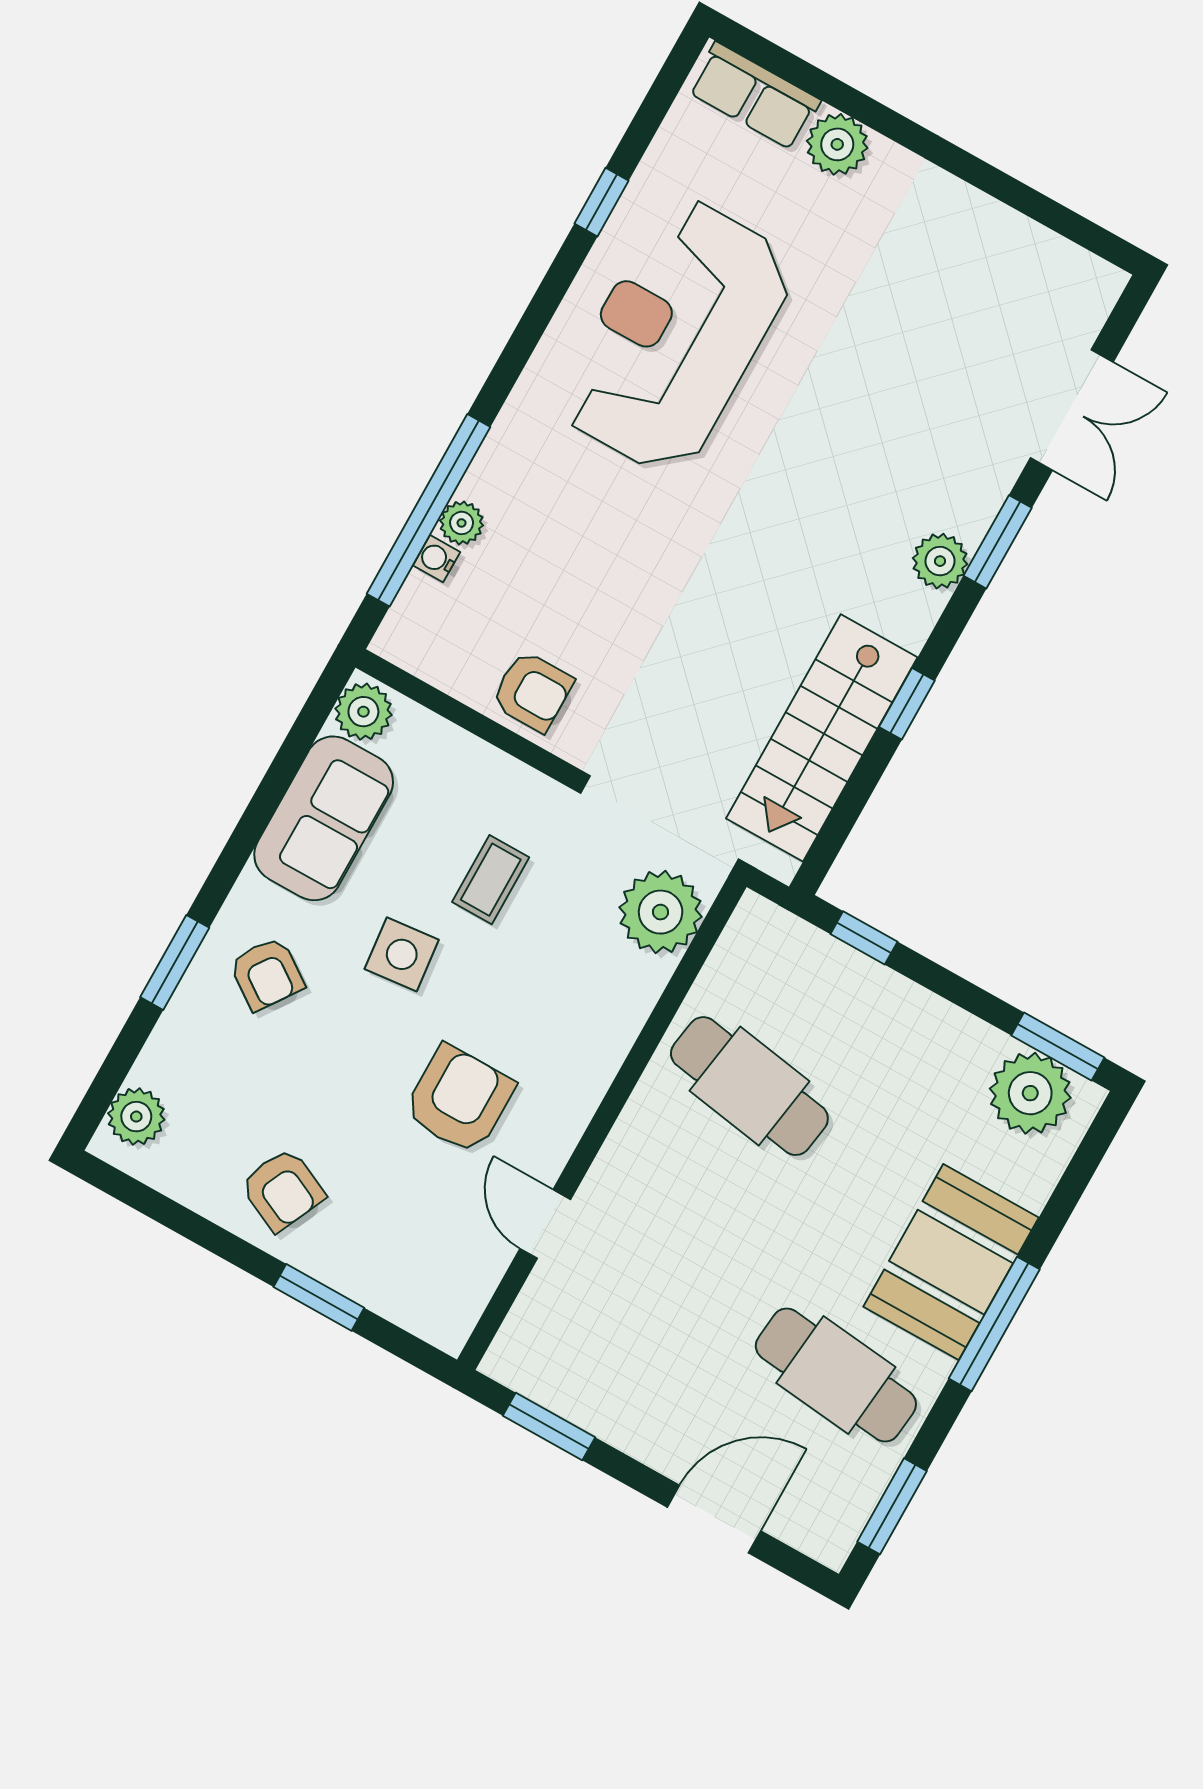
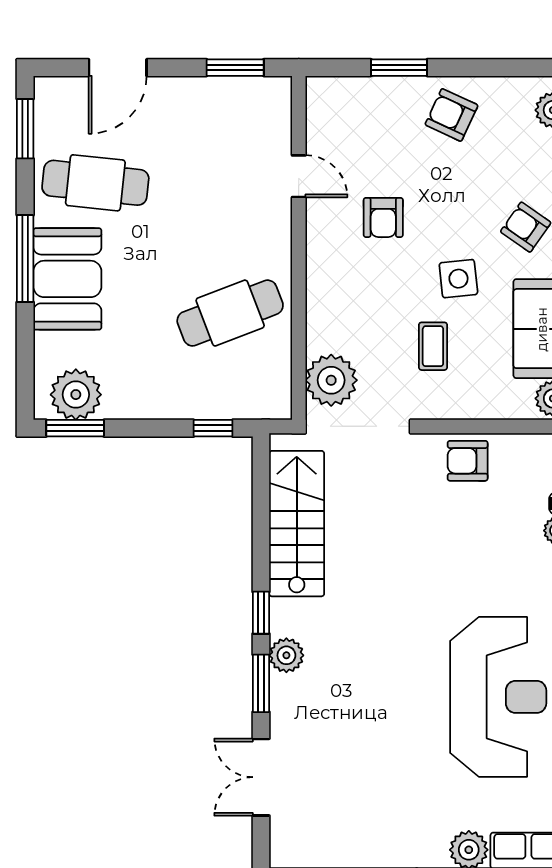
window: (907, 704) -> (261, 613), moved
cafe table: (749, 1086) -> (230, 313), turned -30
armchair: (459, 1100) -> (383, 217), width x0.72, depth x0.72

